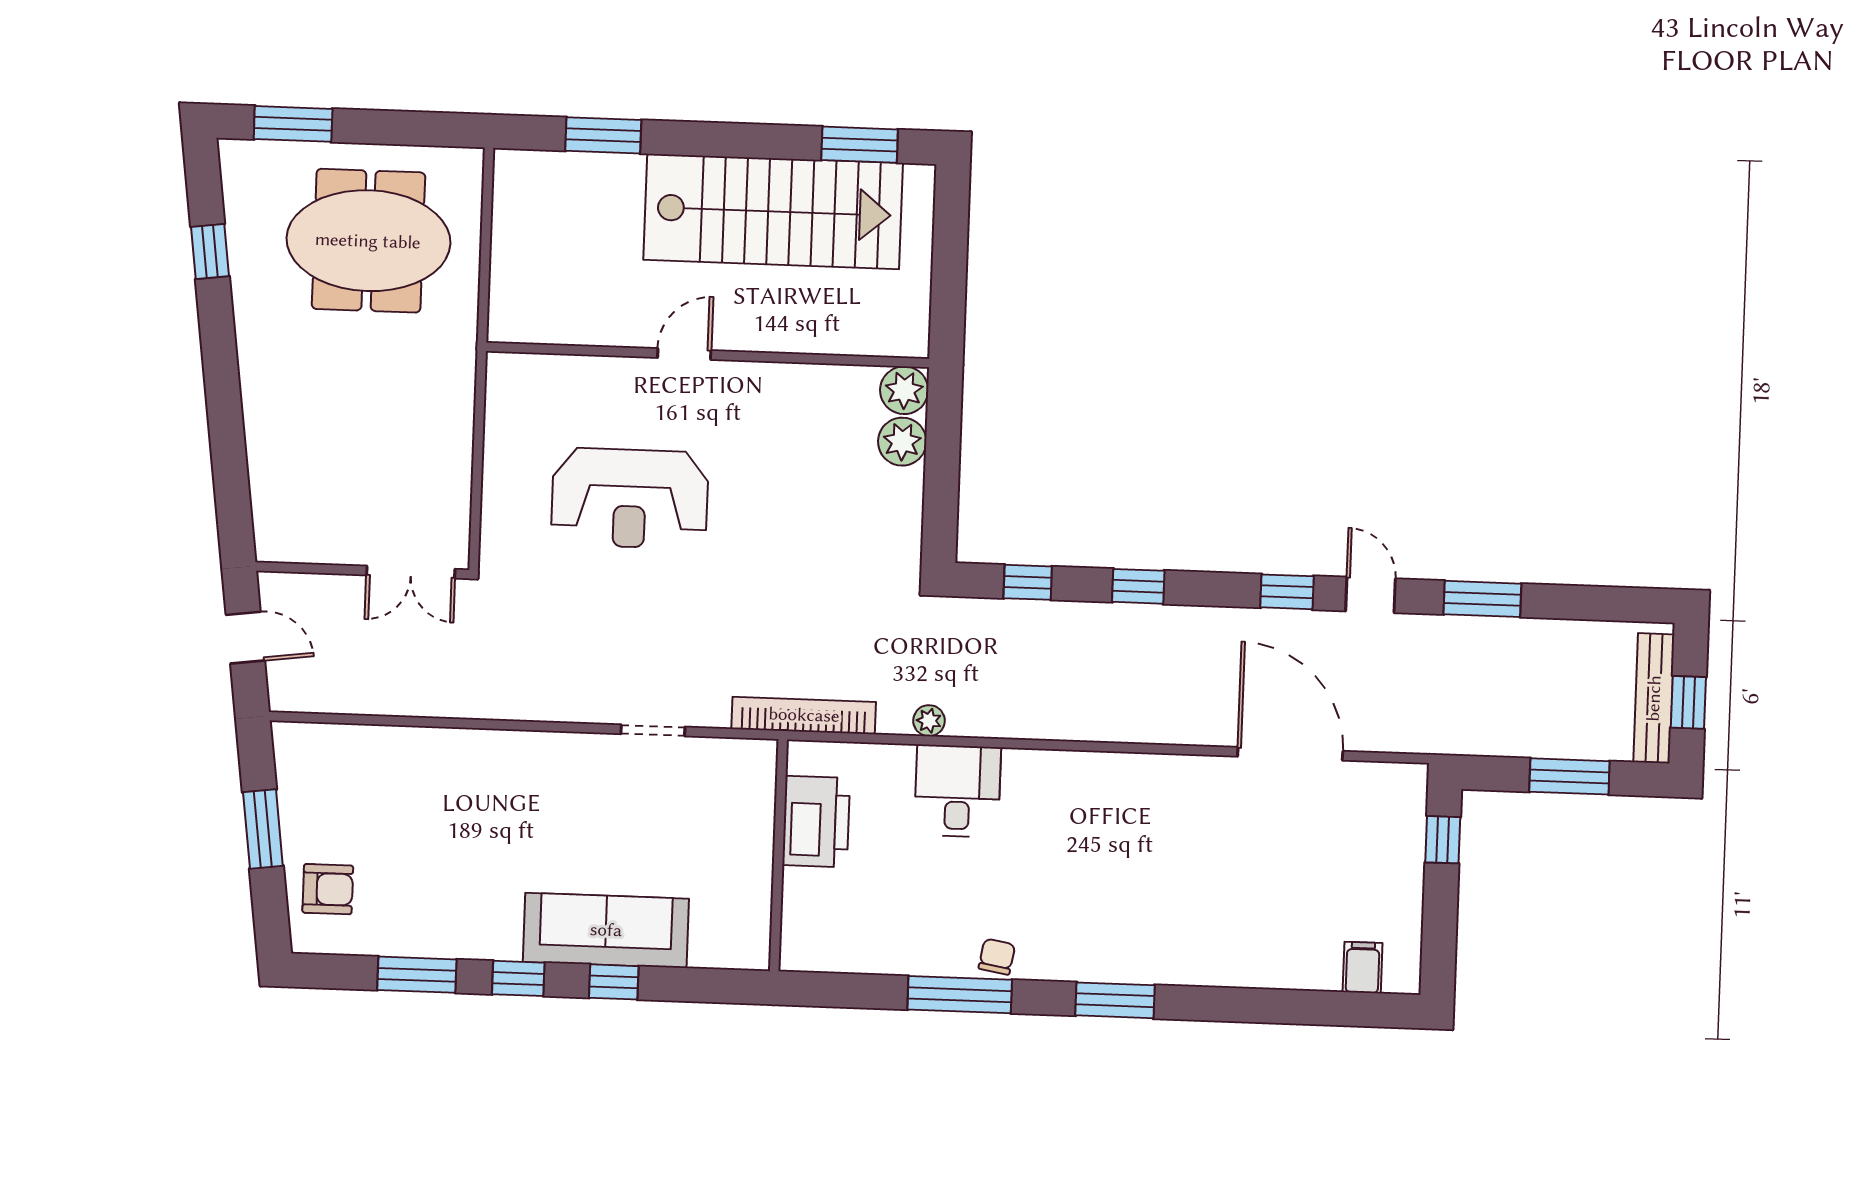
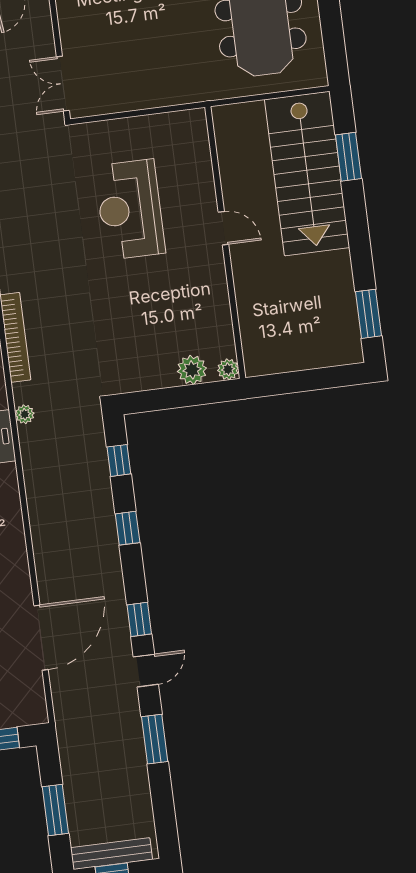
stairs: (773, 211) -> (307, 174), moved
plant: (904, 390) -> (228, 369), width x0.73, depth x0.73

